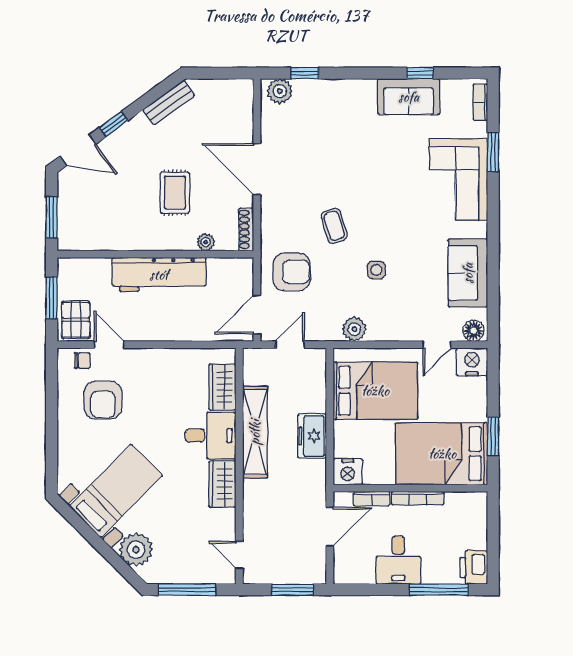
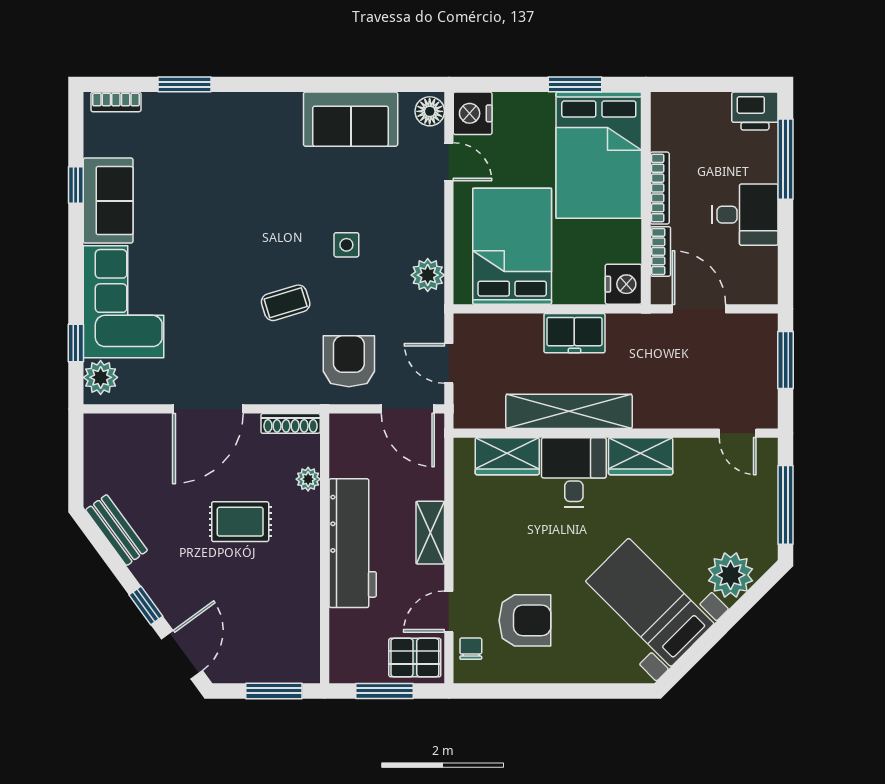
corner sofa: (458, 179) -> (124, 302), moved, turned -90
shelving: (167, 331) -> (430, 533), added
door: (239, 555) -> (738, 433), hinge flipped

